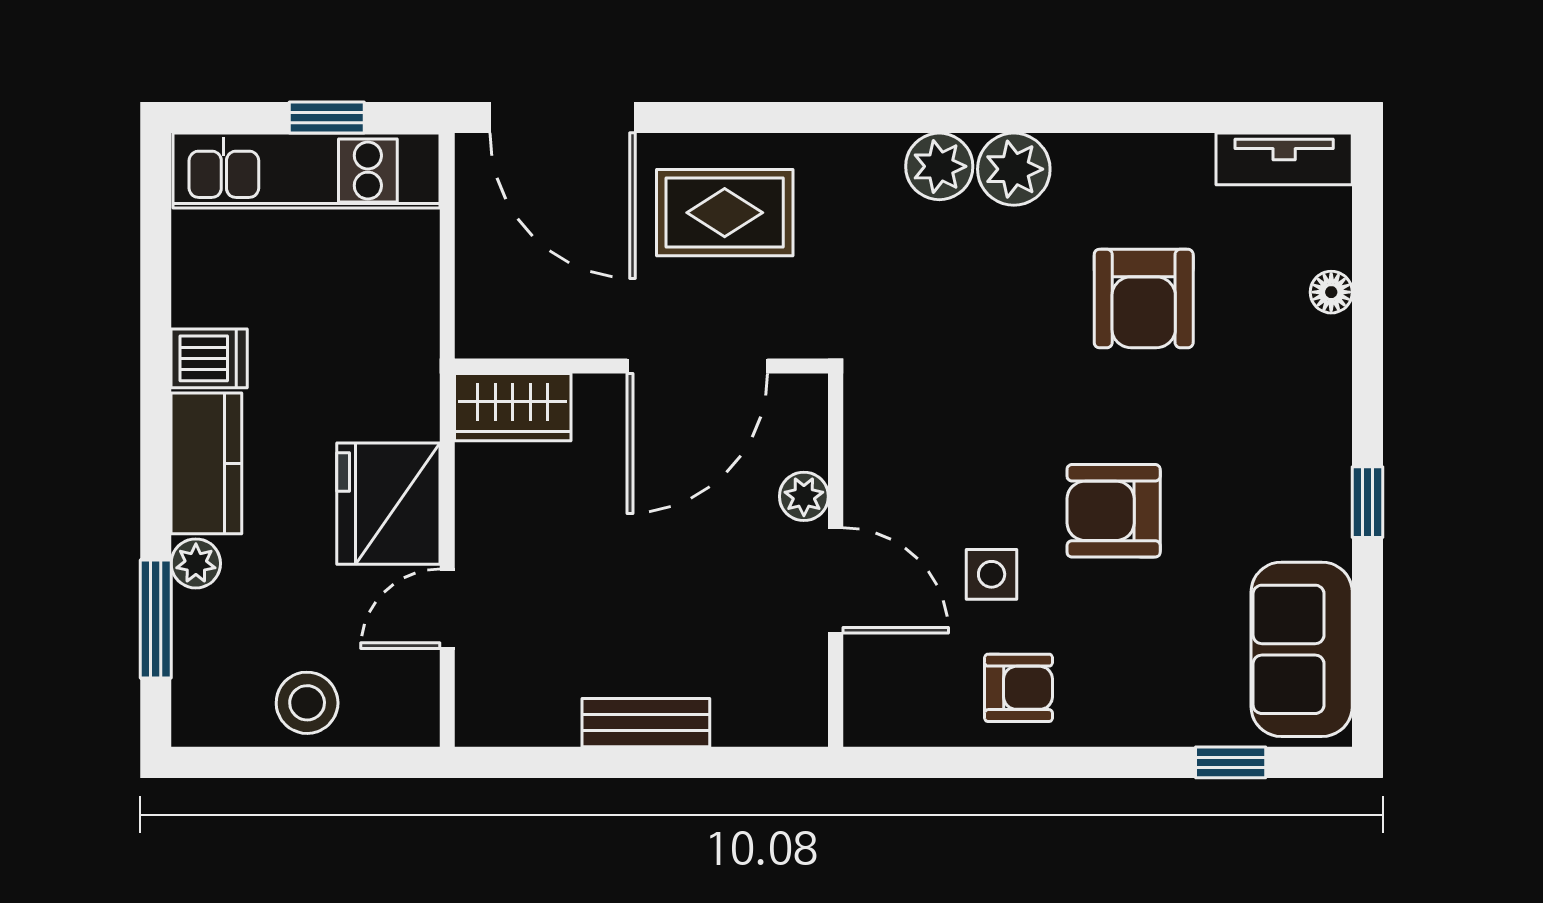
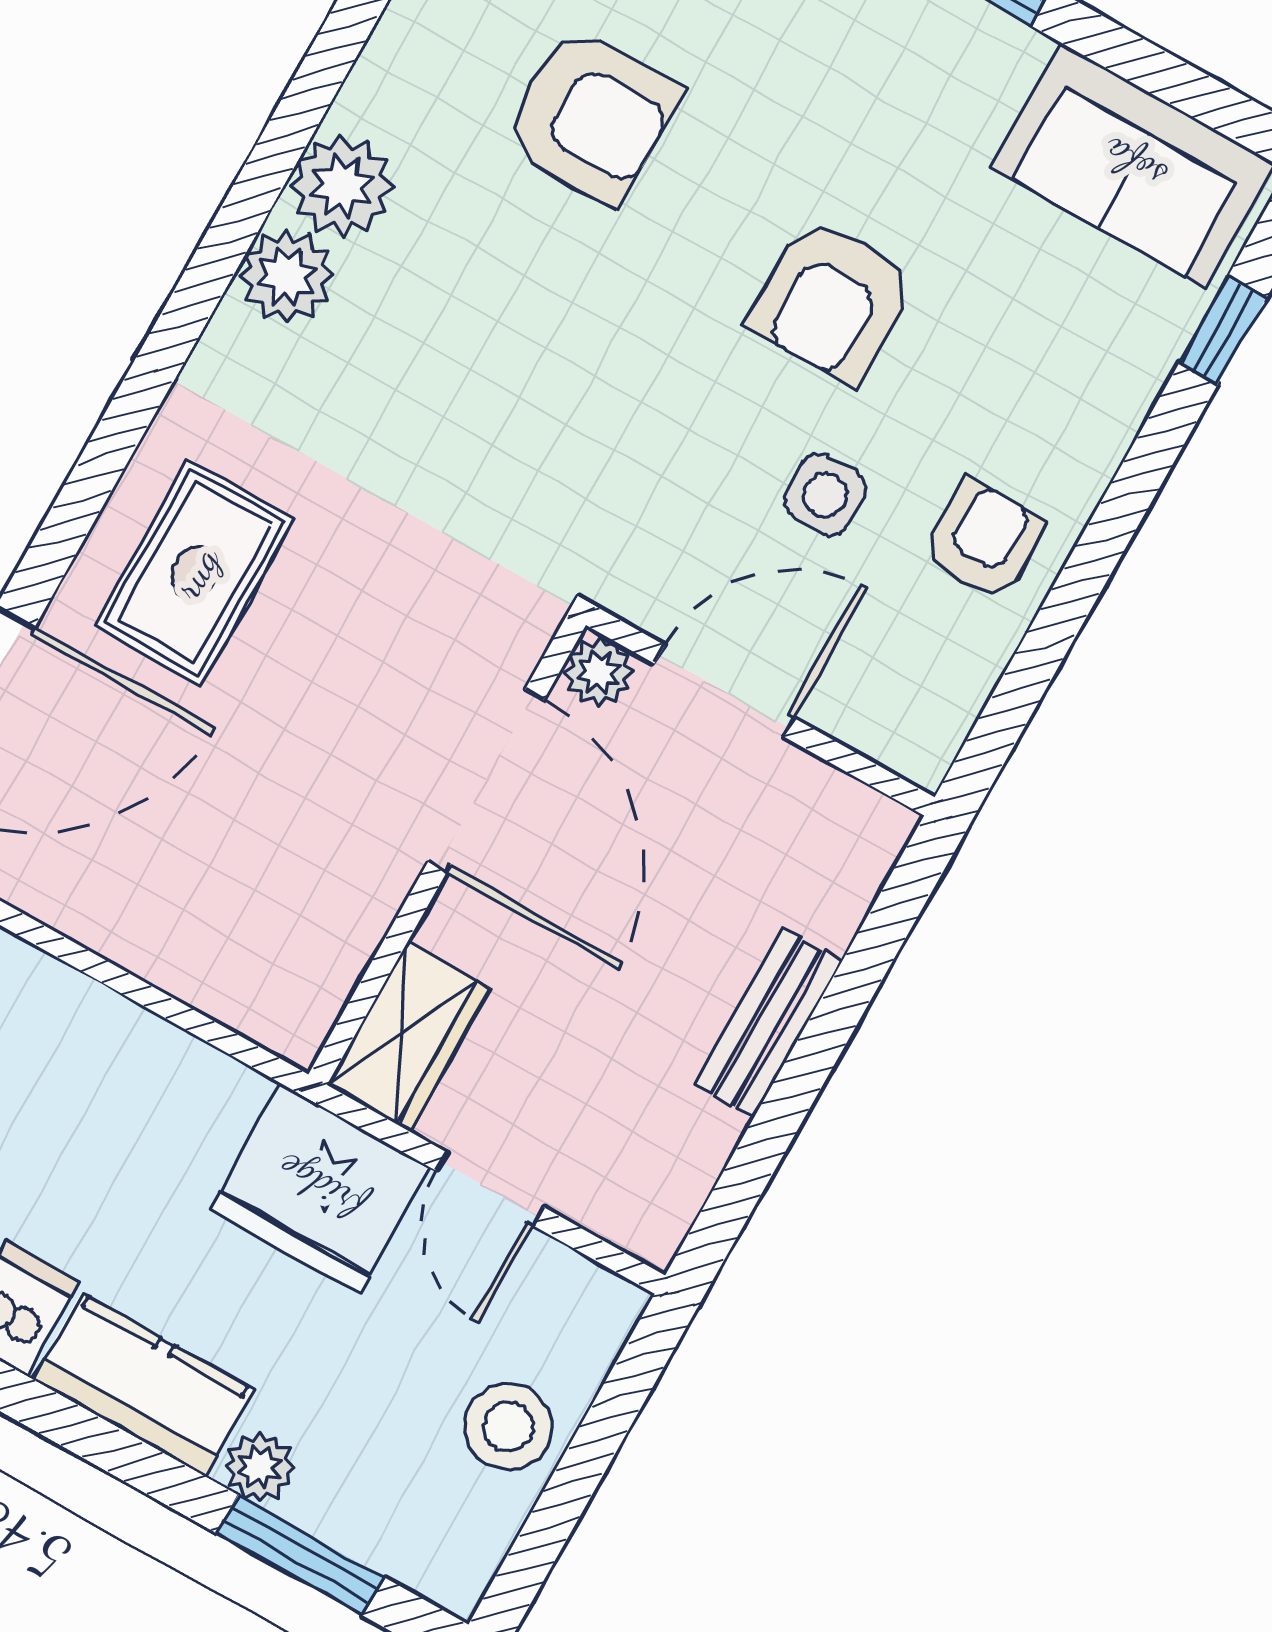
wall: (641, 366) -> (447, 850), moved
door: (697, 366) -> (486, 781), moved
wardrobe: (513, 407) -> (409, 1037), moved

